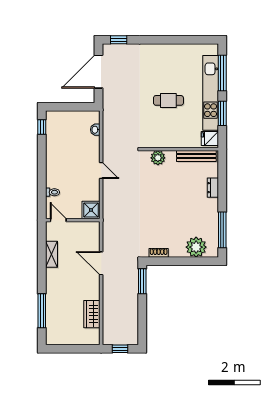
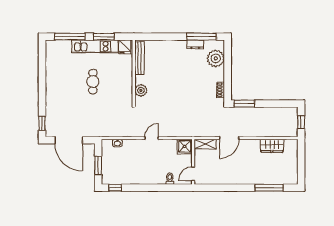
kitchen unit: (211, 93) -> (95, 46), width x0.73
window: (68, 107) -> (98, 165), added
dresser: (213, 188) -> (195, 44), moved
shelving: (52, 254) -> (205, 144), moved

